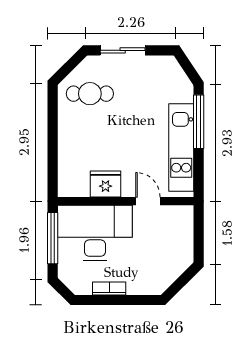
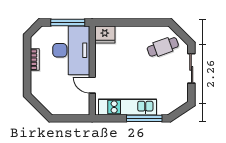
cafe table: (90, 94) -> (163, 47), turned 70
fridge: (105, 184) -> (105, 34), moved, turned 90
door: (148, 201) -> (92, 85), swing flipped

